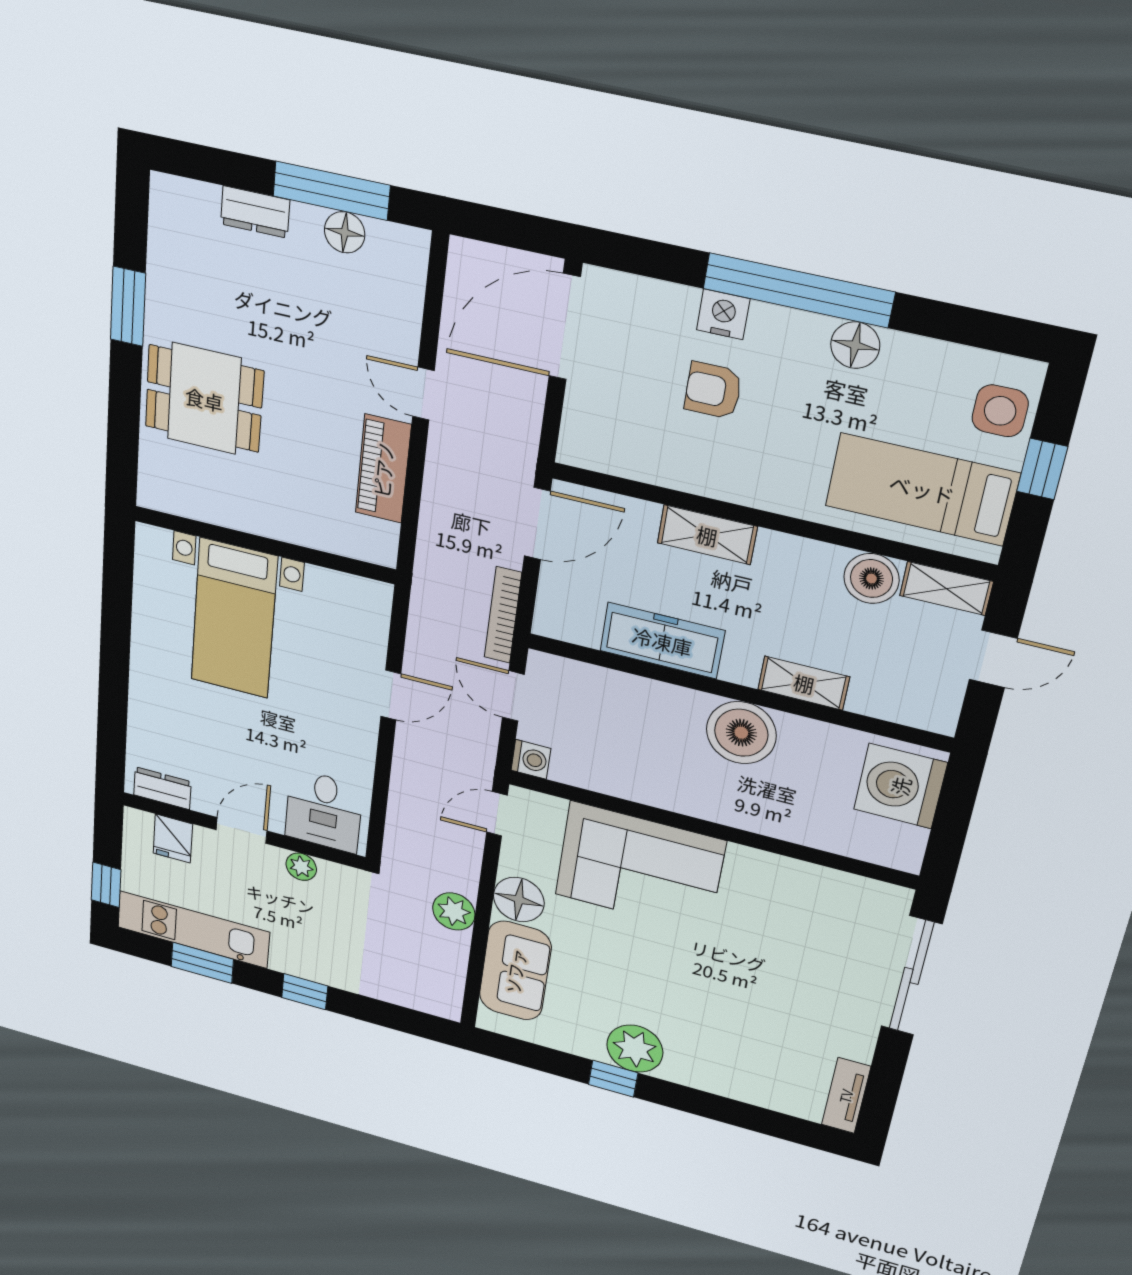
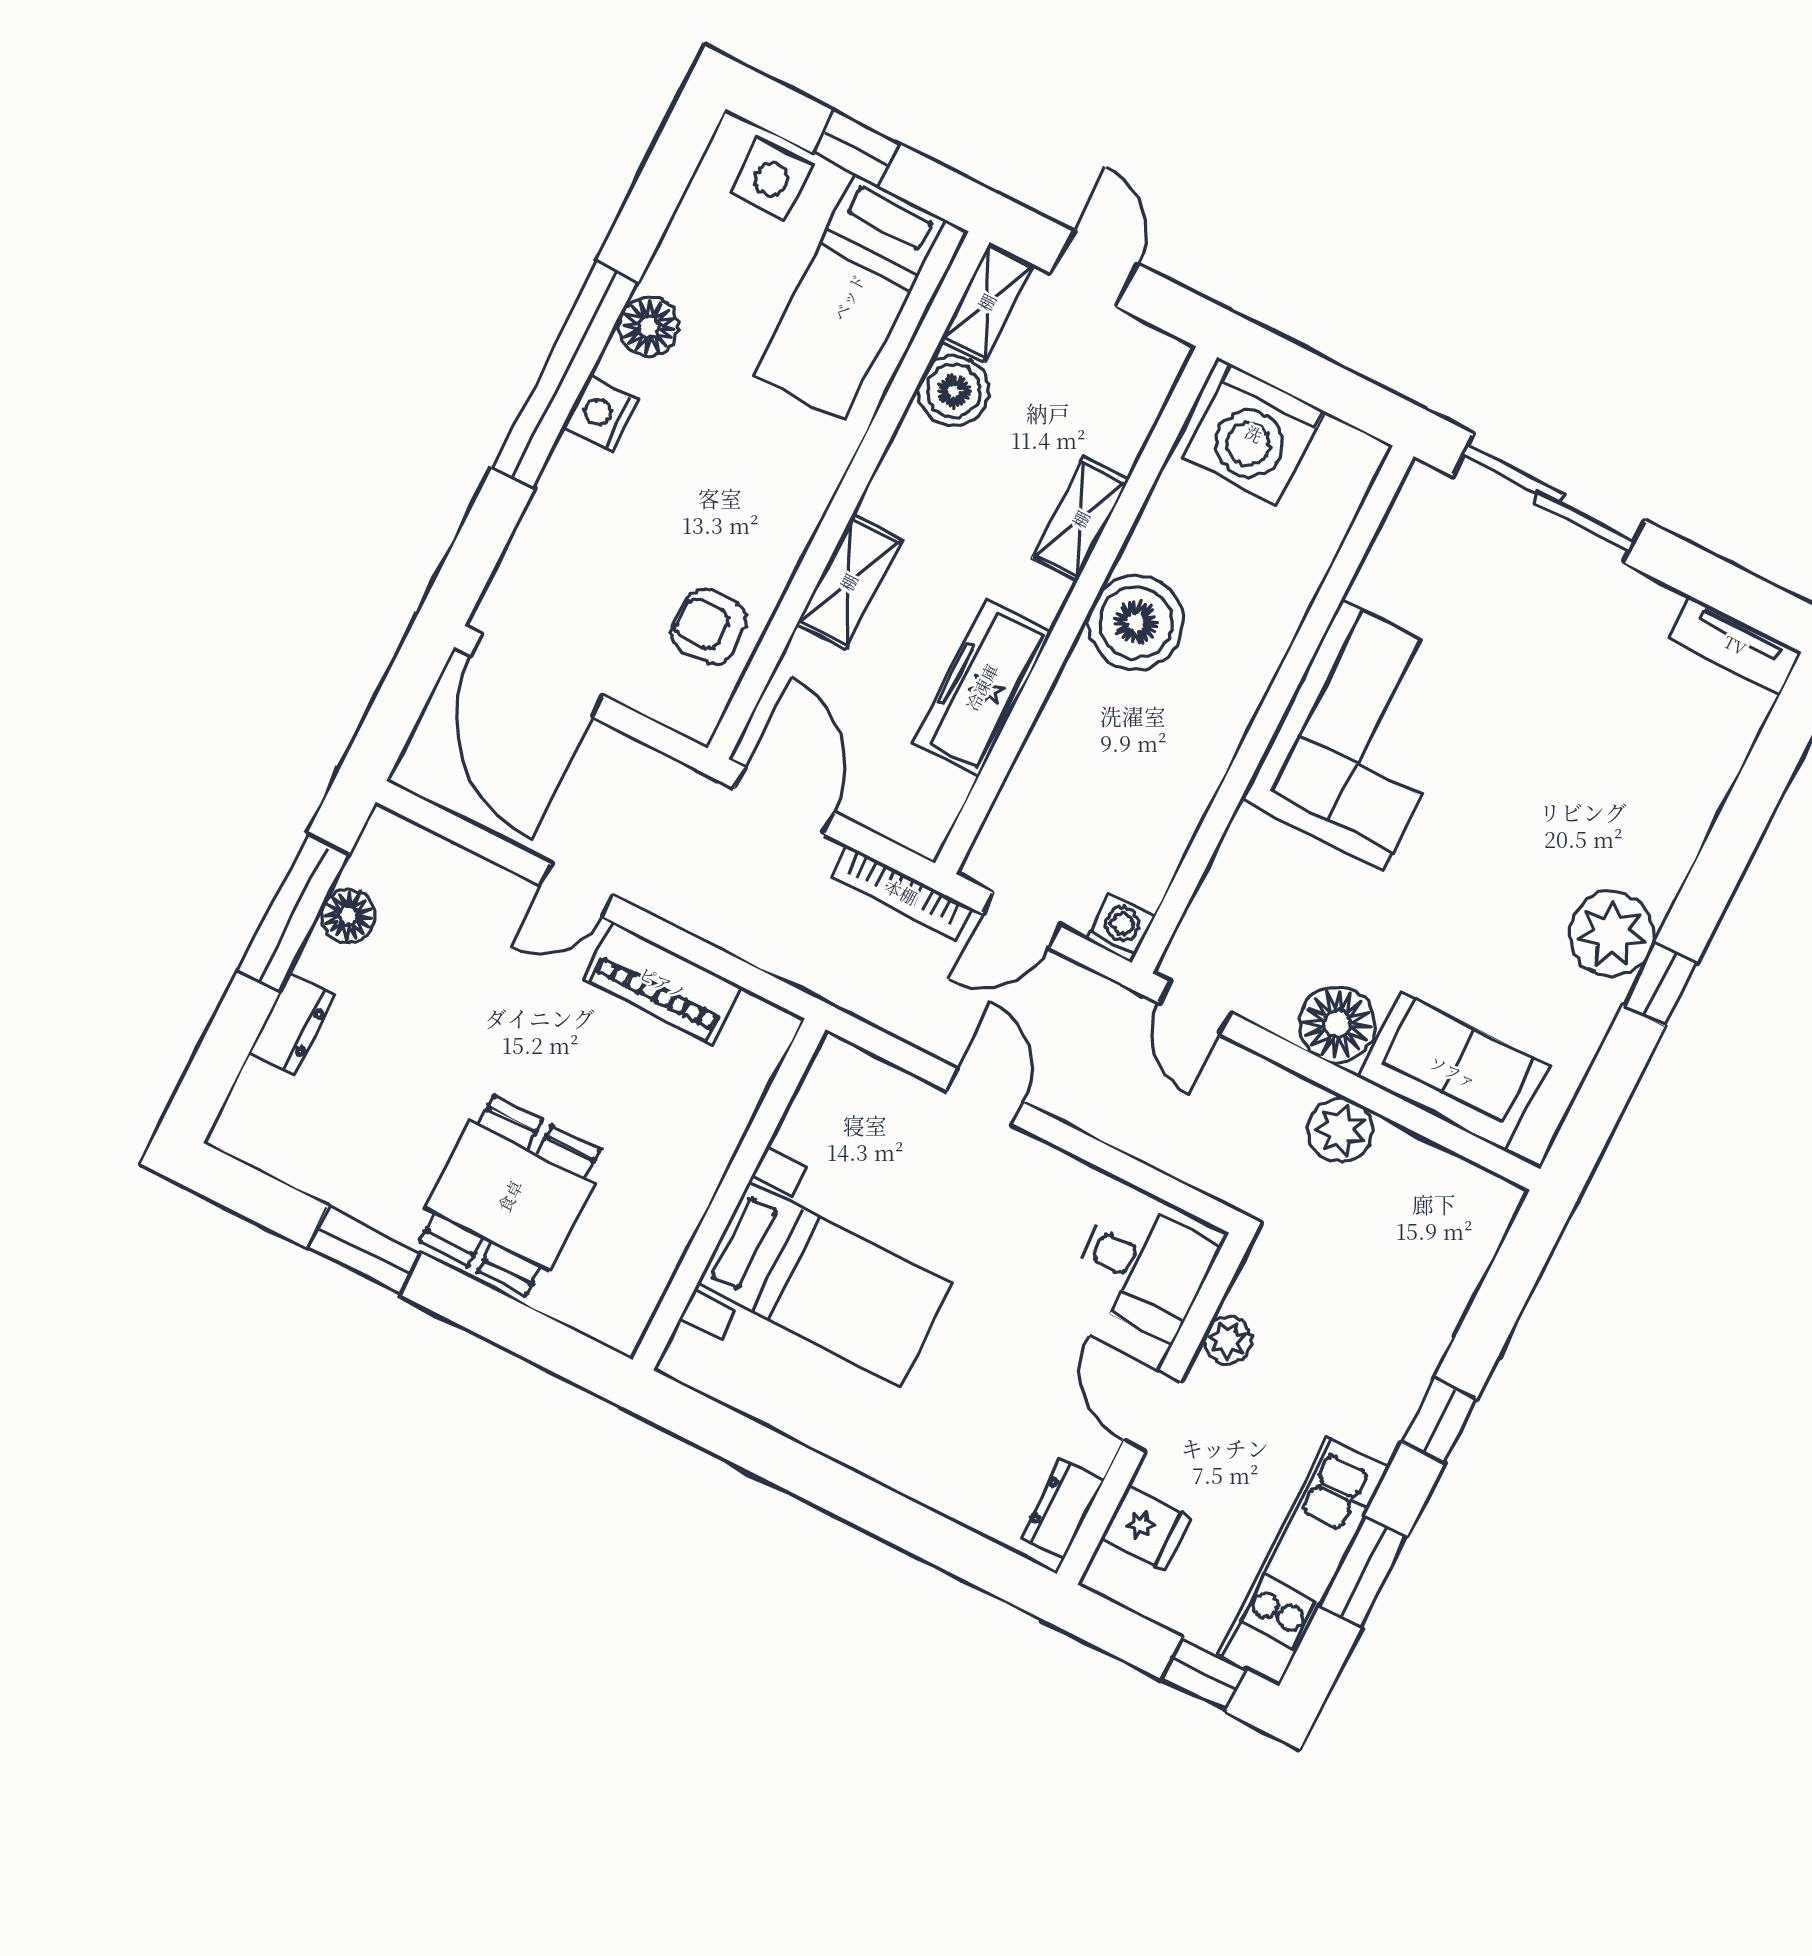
nightstand: (723, 314) -> (602, 414), moved
armchair: (713, 390) -> (709, 627), moved, turned 90
corner sofa: (640, 868) -> (1362, 736), moved

